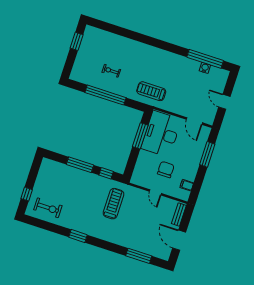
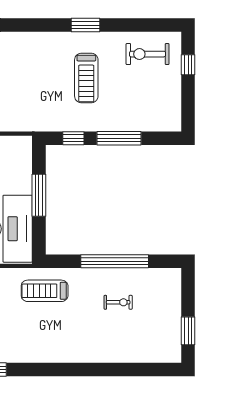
treadmill: (151, 91) -> (45, 291), turned 180
window: (140, 136) -> (39, 195), moved
treadmill: (113, 204) -> (86, 78), moved

